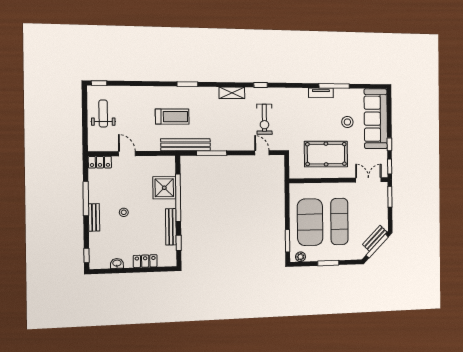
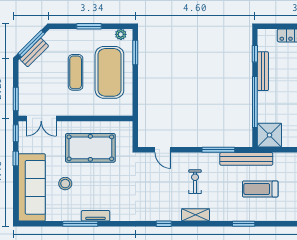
exercise bike: (264, 119) -> (195, 182), moved, width x0.73, depth x0.72
shower: (164, 188) -> (269, 135), moved
exercise mat: (339, 221) -> (76, 72), width x0.73, depth x0.69

